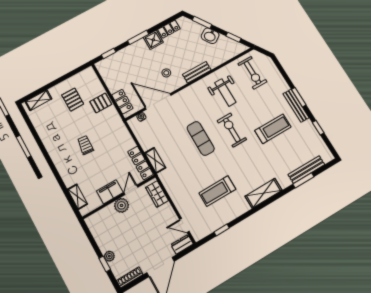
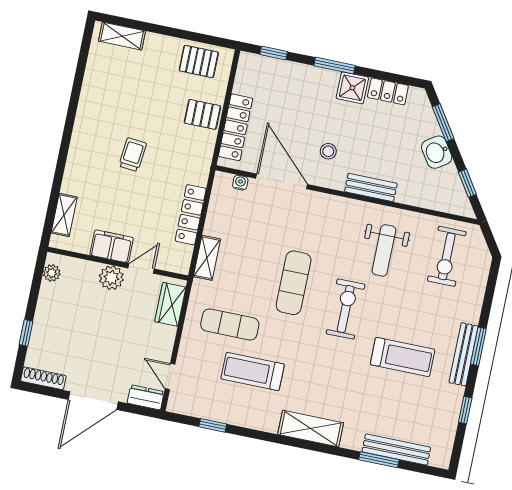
pallet: (73, 99) -> (199, 61), moved, turned 90
locker: (122, 102) -> (235, 127), width x1.53
locker: (140, 163) -> (191, 215), moved
exercise mat: (190, 180) -> (230, 324), added
plant: (109, 256) -> (52, 273), moved

